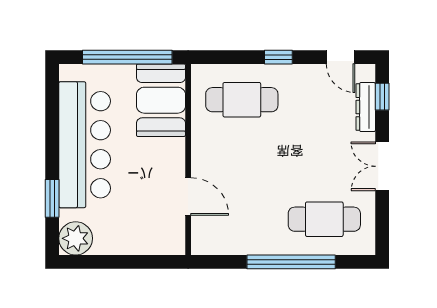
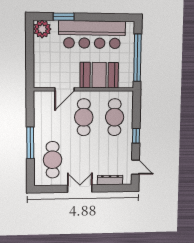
door: (341, 57) -> (135, 167), swing flipped
window: (382, 97) -> (115, 188), removed
booth: (161, 100) -> (99, 75), moved
cafe table: (242, 159) -> (84, 117), added
window: (291, 262) -> (30, 143), width x0.68

